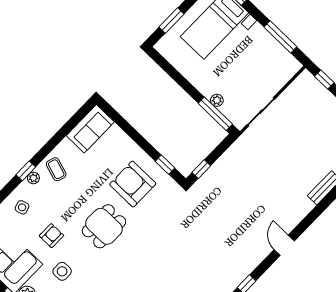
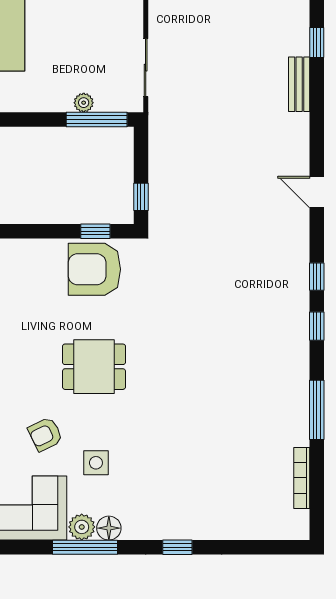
armchair: (133, 184) -> (94, 269), moved
dining table: (104, 226) -> (94, 367), turned 90
armchair: (52, 236) -> (45, 434), turned -116

